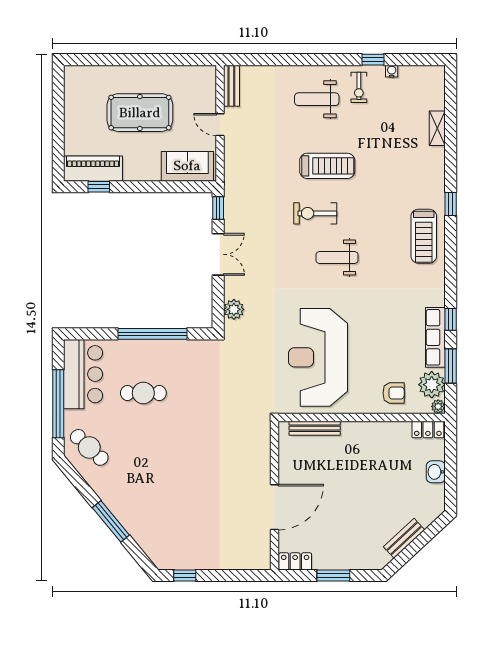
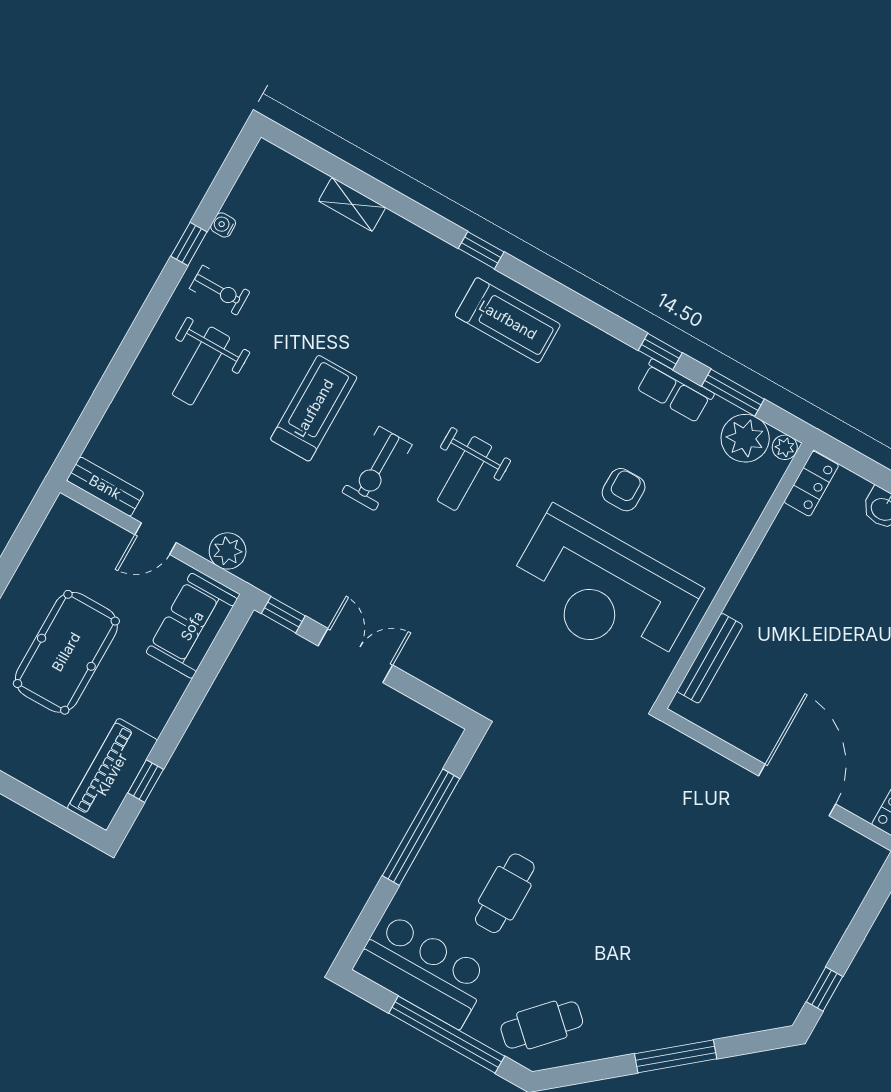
plant: (234, 309) -> (228, 551), moved
row of seats: (435, 337) -> (675, 391), width x0.68
armchair: (394, 393) -> (624, 490), moved

